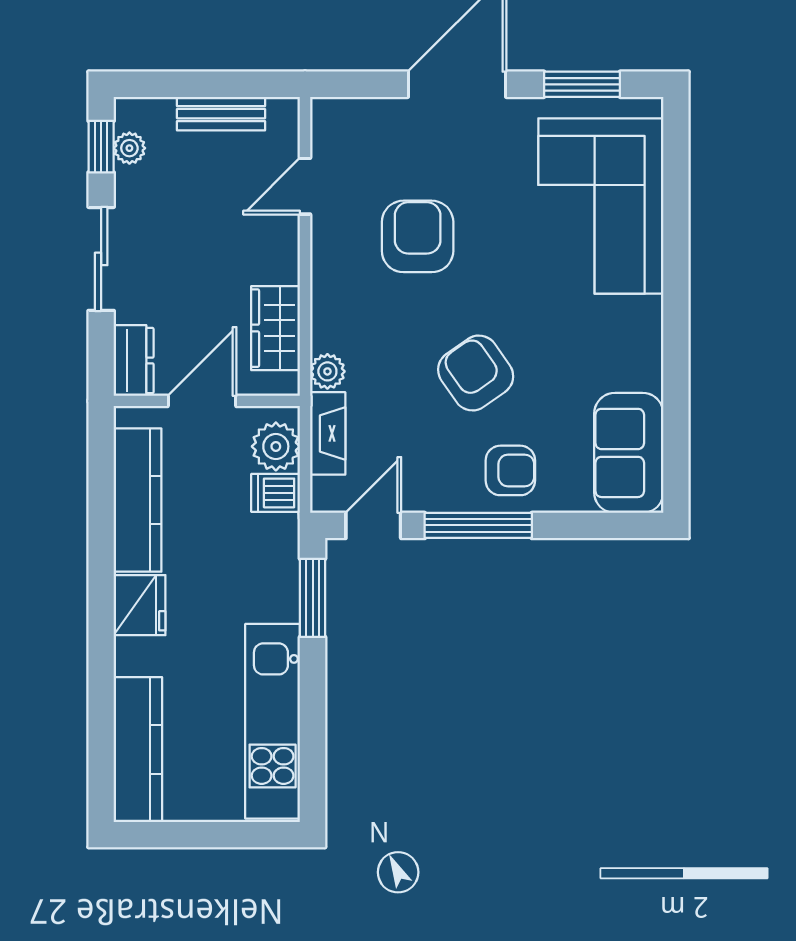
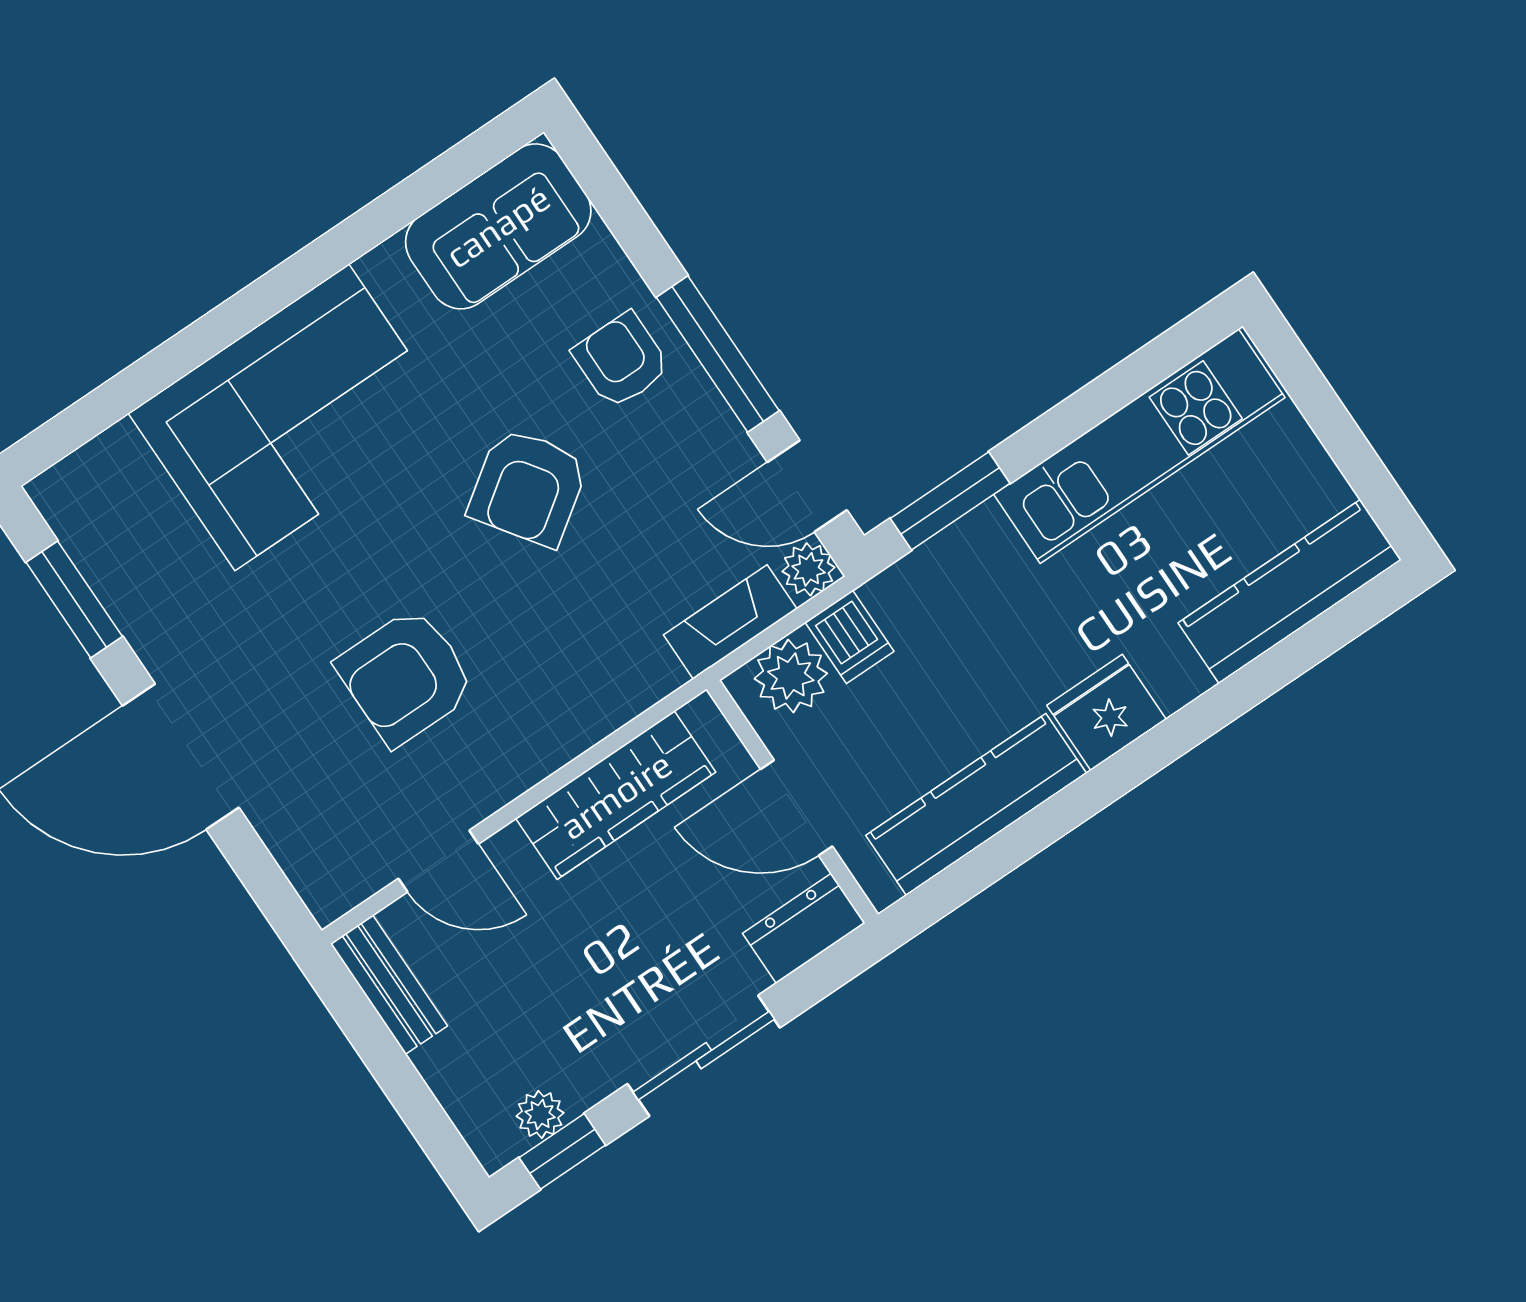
bench: (221, 114) -> (389, 985), moved
corner sofa: (601, 206) -> (292, 417), moved
wardrobe: (276, 328) -> (616, 795), width x1.50
plant: (327, 371) -> (809, 569), moved

